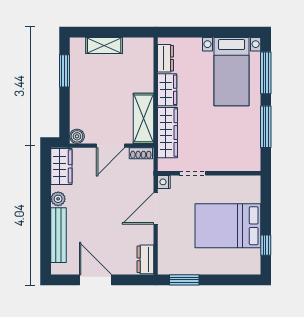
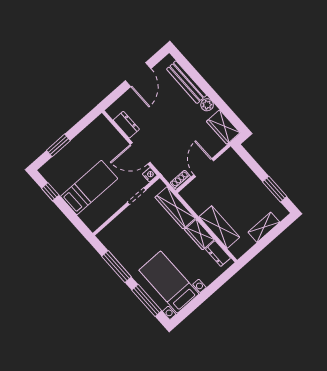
shelving: (143, 118) -> (219, 227), moved
boiler: (77, 136) -> (230, 155), removed
door: (156, 208) -> (140, 153), swing flipped
bed: (228, 226) -> (89, 187), width x0.67
dresser: (145, 259) -> (126, 125), moved
door: (95, 280) -> (138, 75), hinge flipped
window: (184, 280) -> (58, 145), moved

